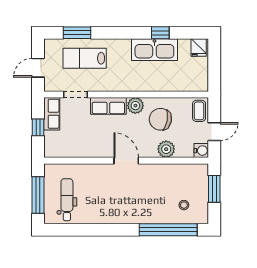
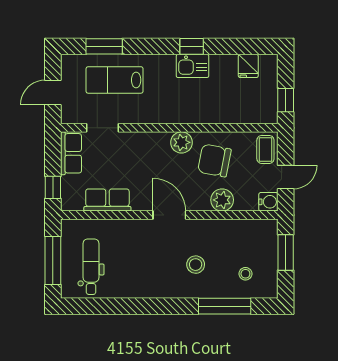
window: (160, 33) -> (192, 46), moved
fridge: (199, 48) -> (248, 66), moved
kitchen sink: (154, 50) -> (192, 66), width x0.53, depth x0.81
window: (214, 74) -> (286, 100), added
row of seats: (108, 106) -> (107, 200), moved, turned 180
window: (38, 127) -> (53, 187), moved
stool: (146, 198) -> (196, 265), added
window: (168, 230) -> (225, 306), width x0.68

